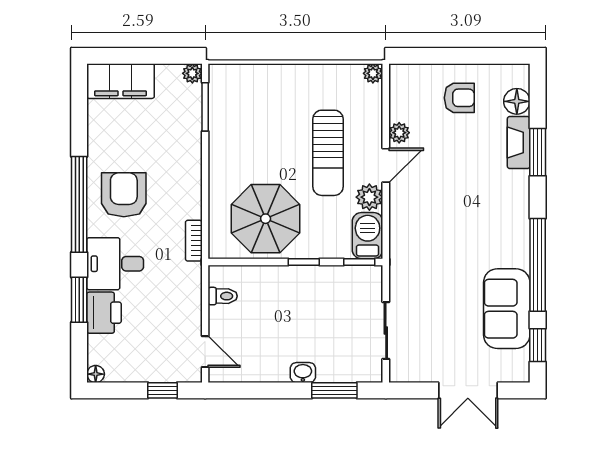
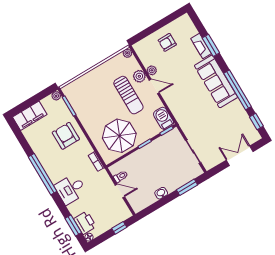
armchair: (459, 98) -> (167, 42), turned 180
floor lamp: (517, 101) -> (191, 30), removed
door: (386, 165) -> (154, 86), hinge flipped
armchair: (124, 195) -> (66, 136), moved
plant: (369, 197) -> (139, 76), moved
window: (79, 300) -> (73, 225), moved
sofa: (507, 309) -> (216, 81), moved, width x1.36
printer: (104, 313) -> (85, 223), moved
door: (205, 352) -> (120, 191), moved
washbasin: (303, 373) -> (161, 193), moved
double door: (468, 390) -> (240, 156), swing flipped

